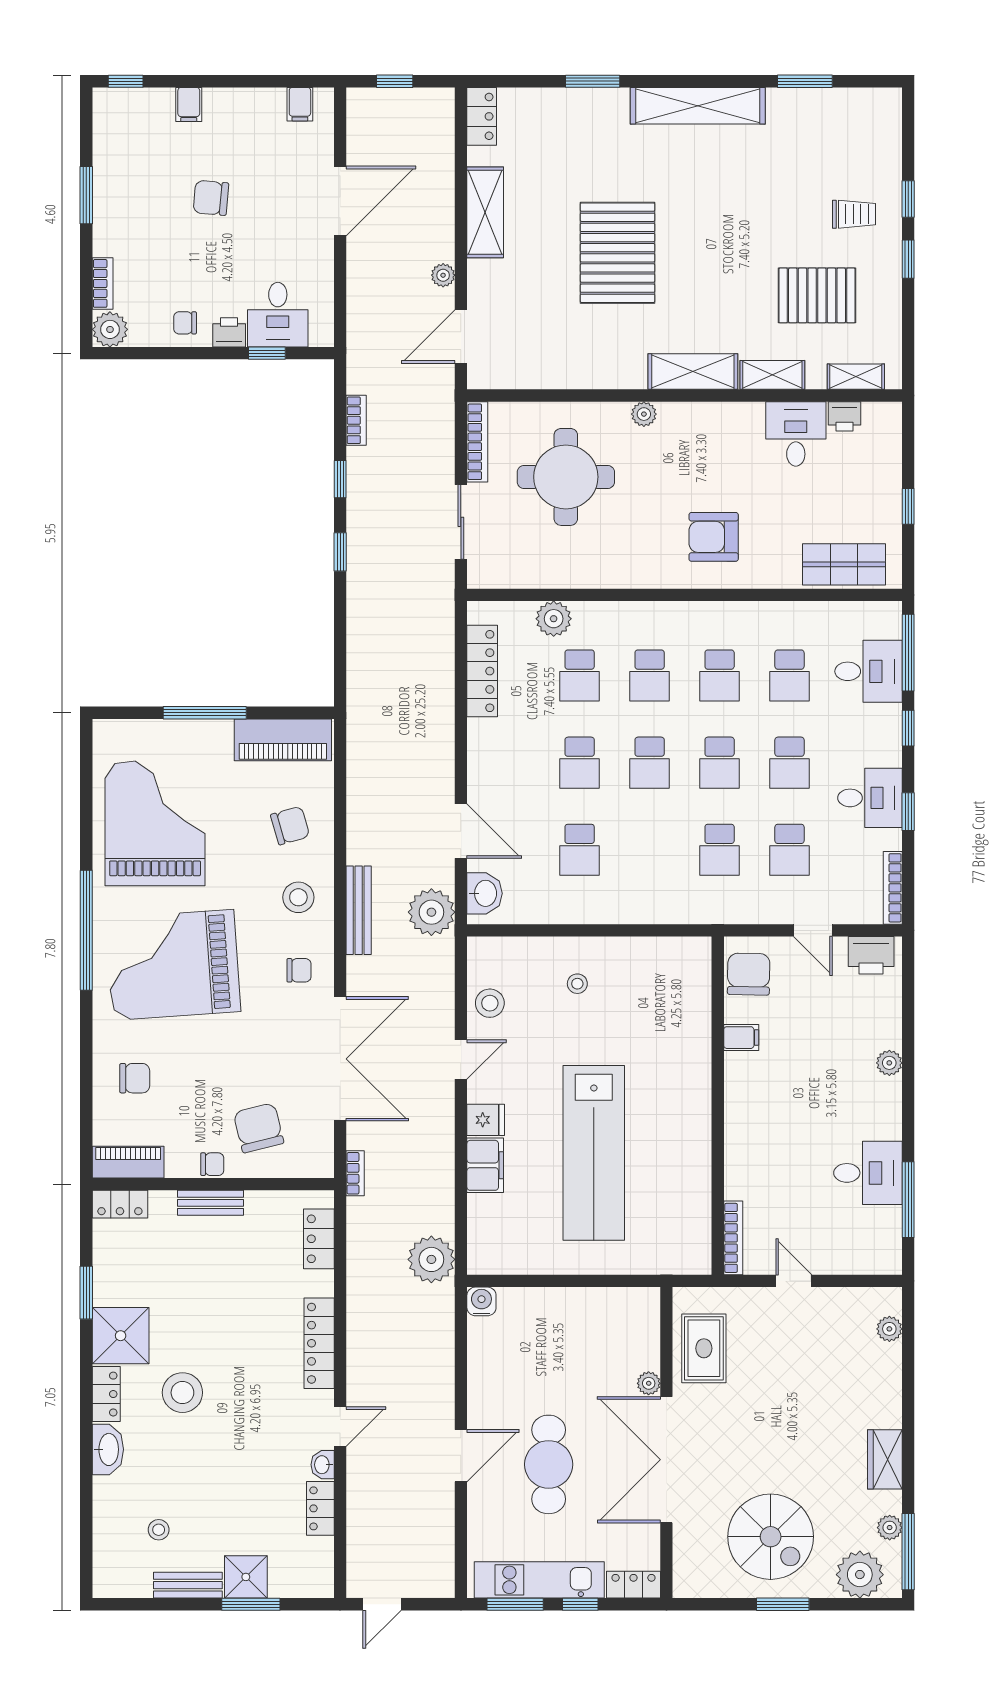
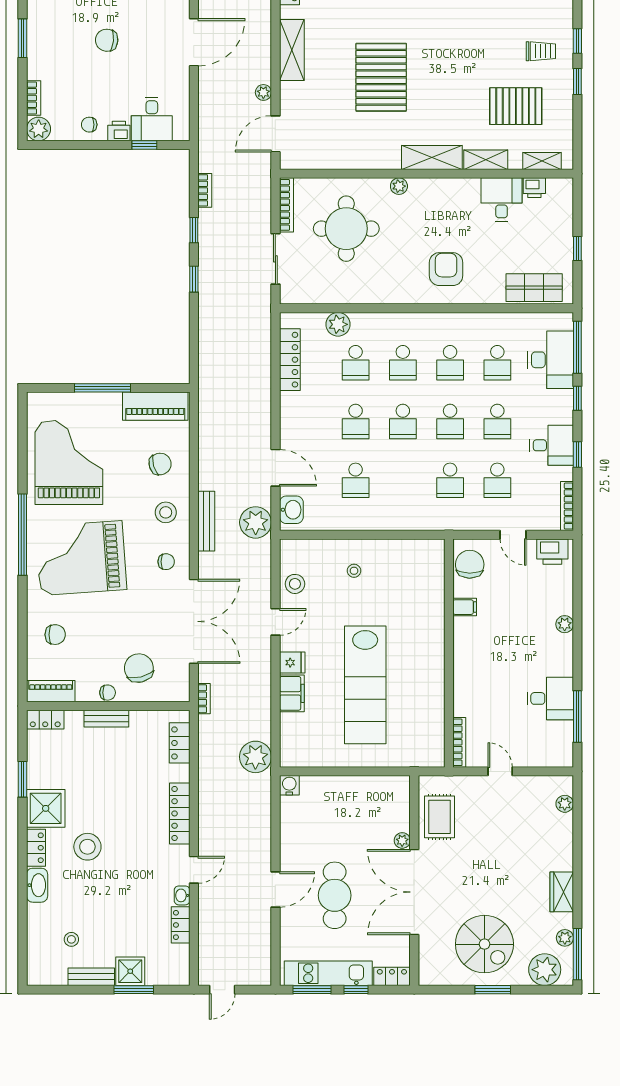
armchair: (714, 537) -> (446, 269), turned 90
desk: (869, 671) -> (551, 360), width x1.37

